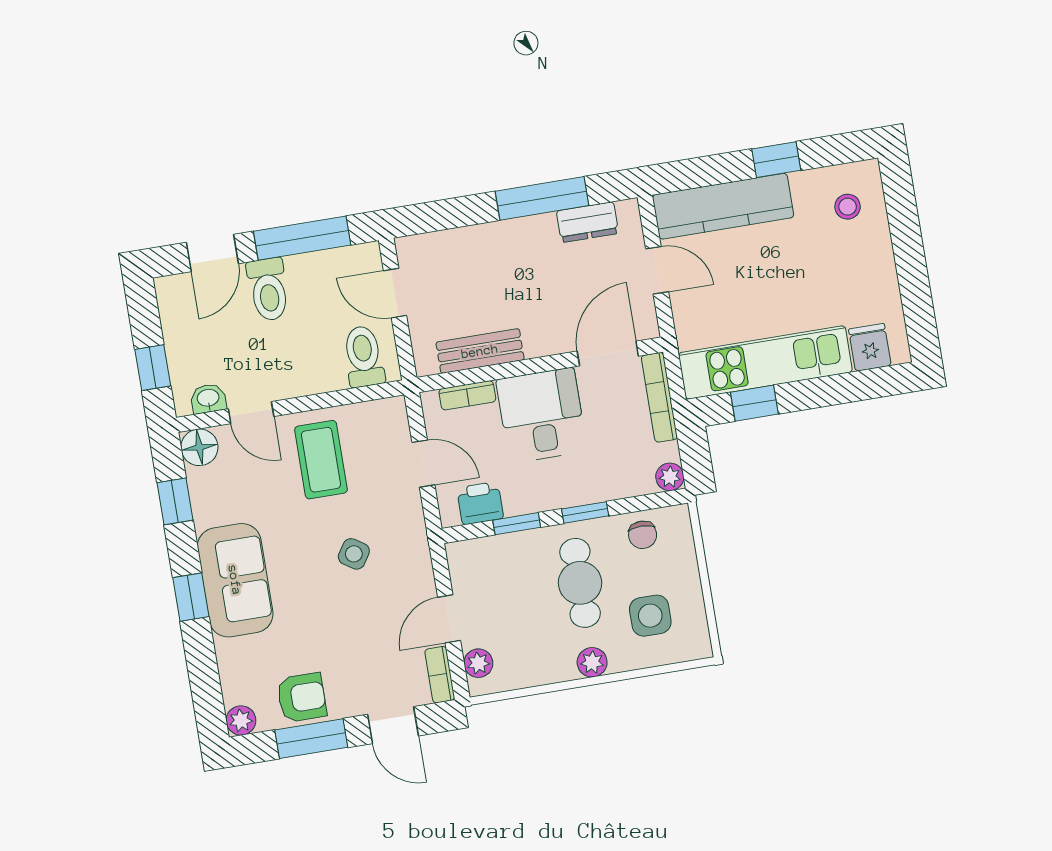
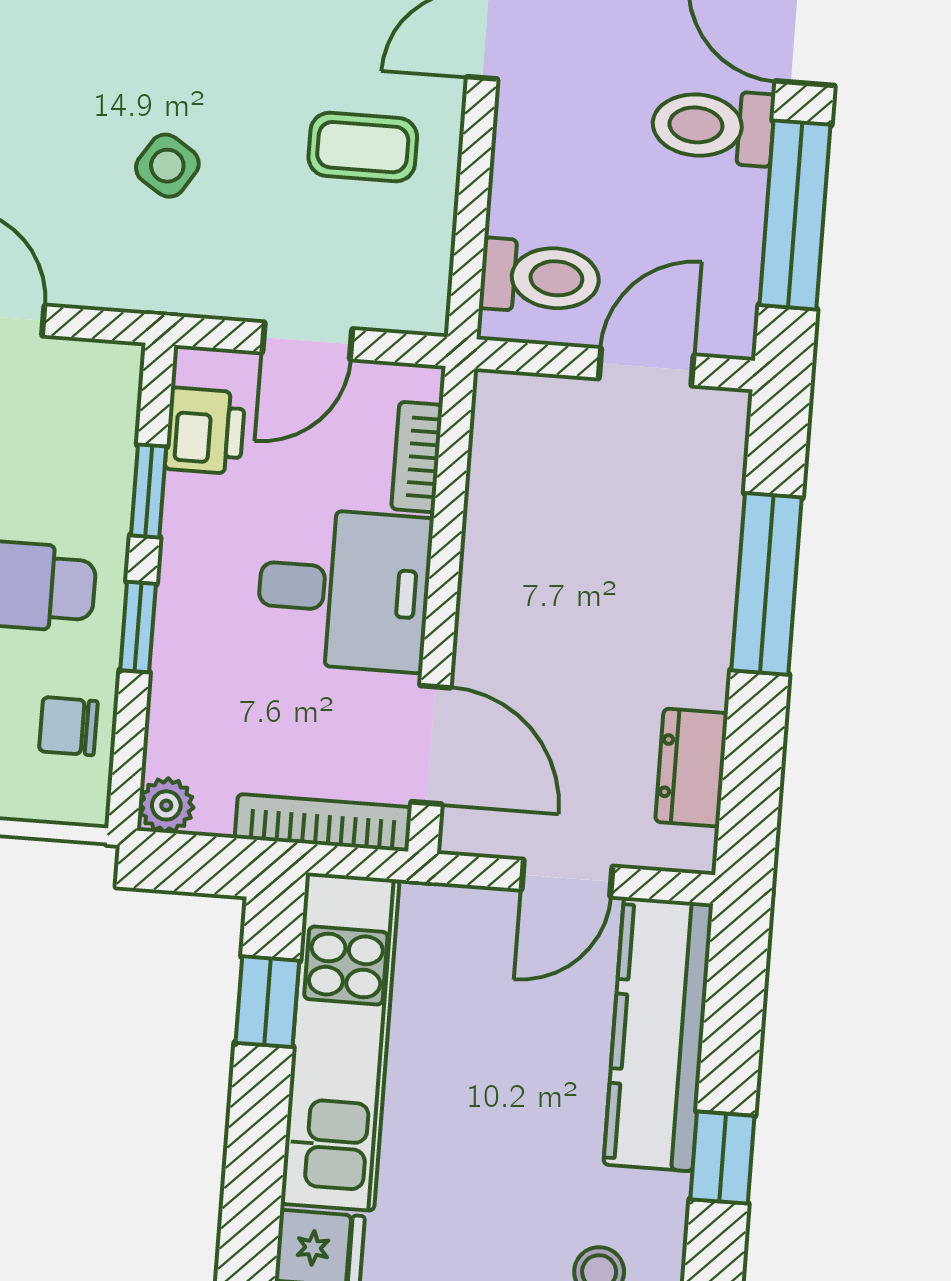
window: (542, 198) -> (767, 584), moved
bench: (480, 351) -> (496, 502), removed
coffee table: (321, 460) -> (363, 147), width x0.73, depth x0.77

